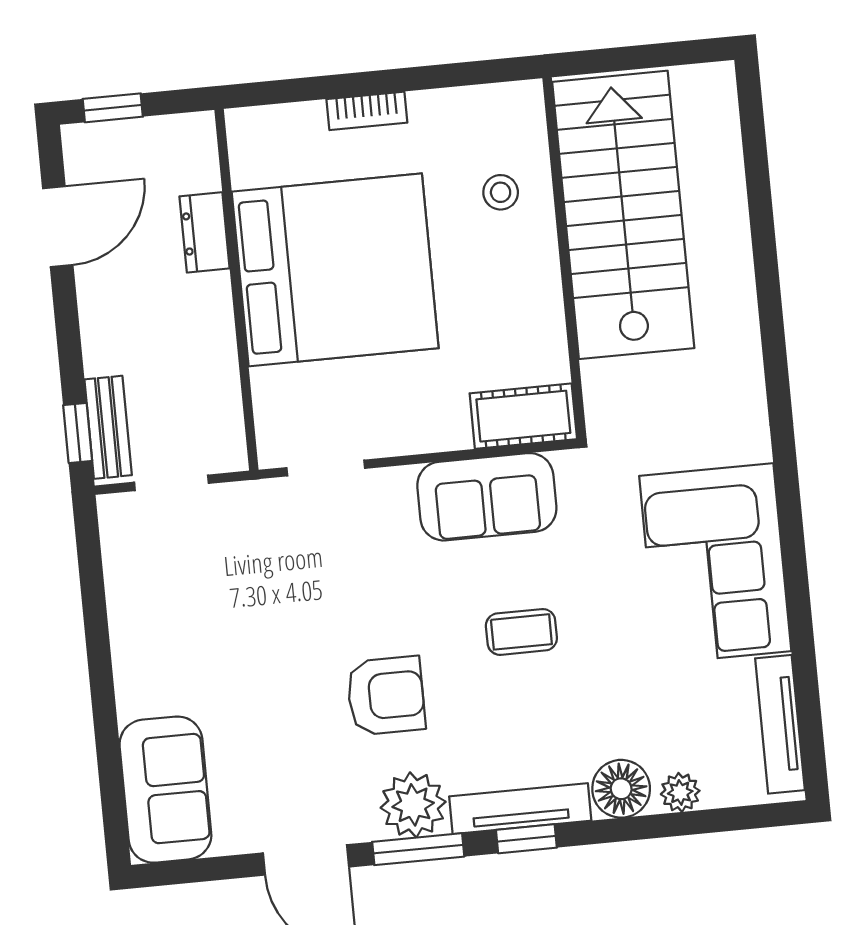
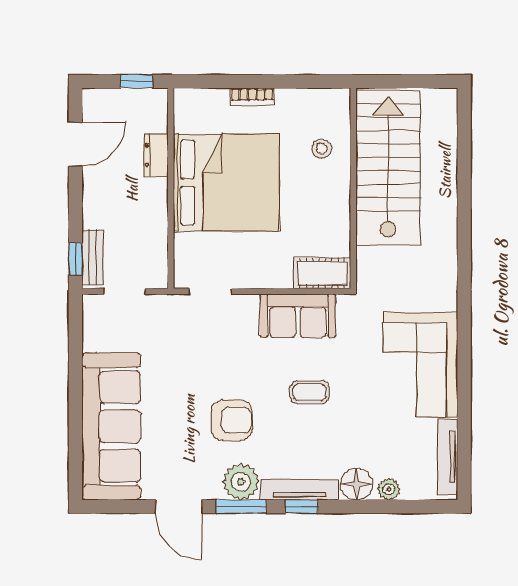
window: (113, 108) -> (136, 81), moved
sofa: (165, 790) -> (111, 426), width x1.85, depth x1.27

